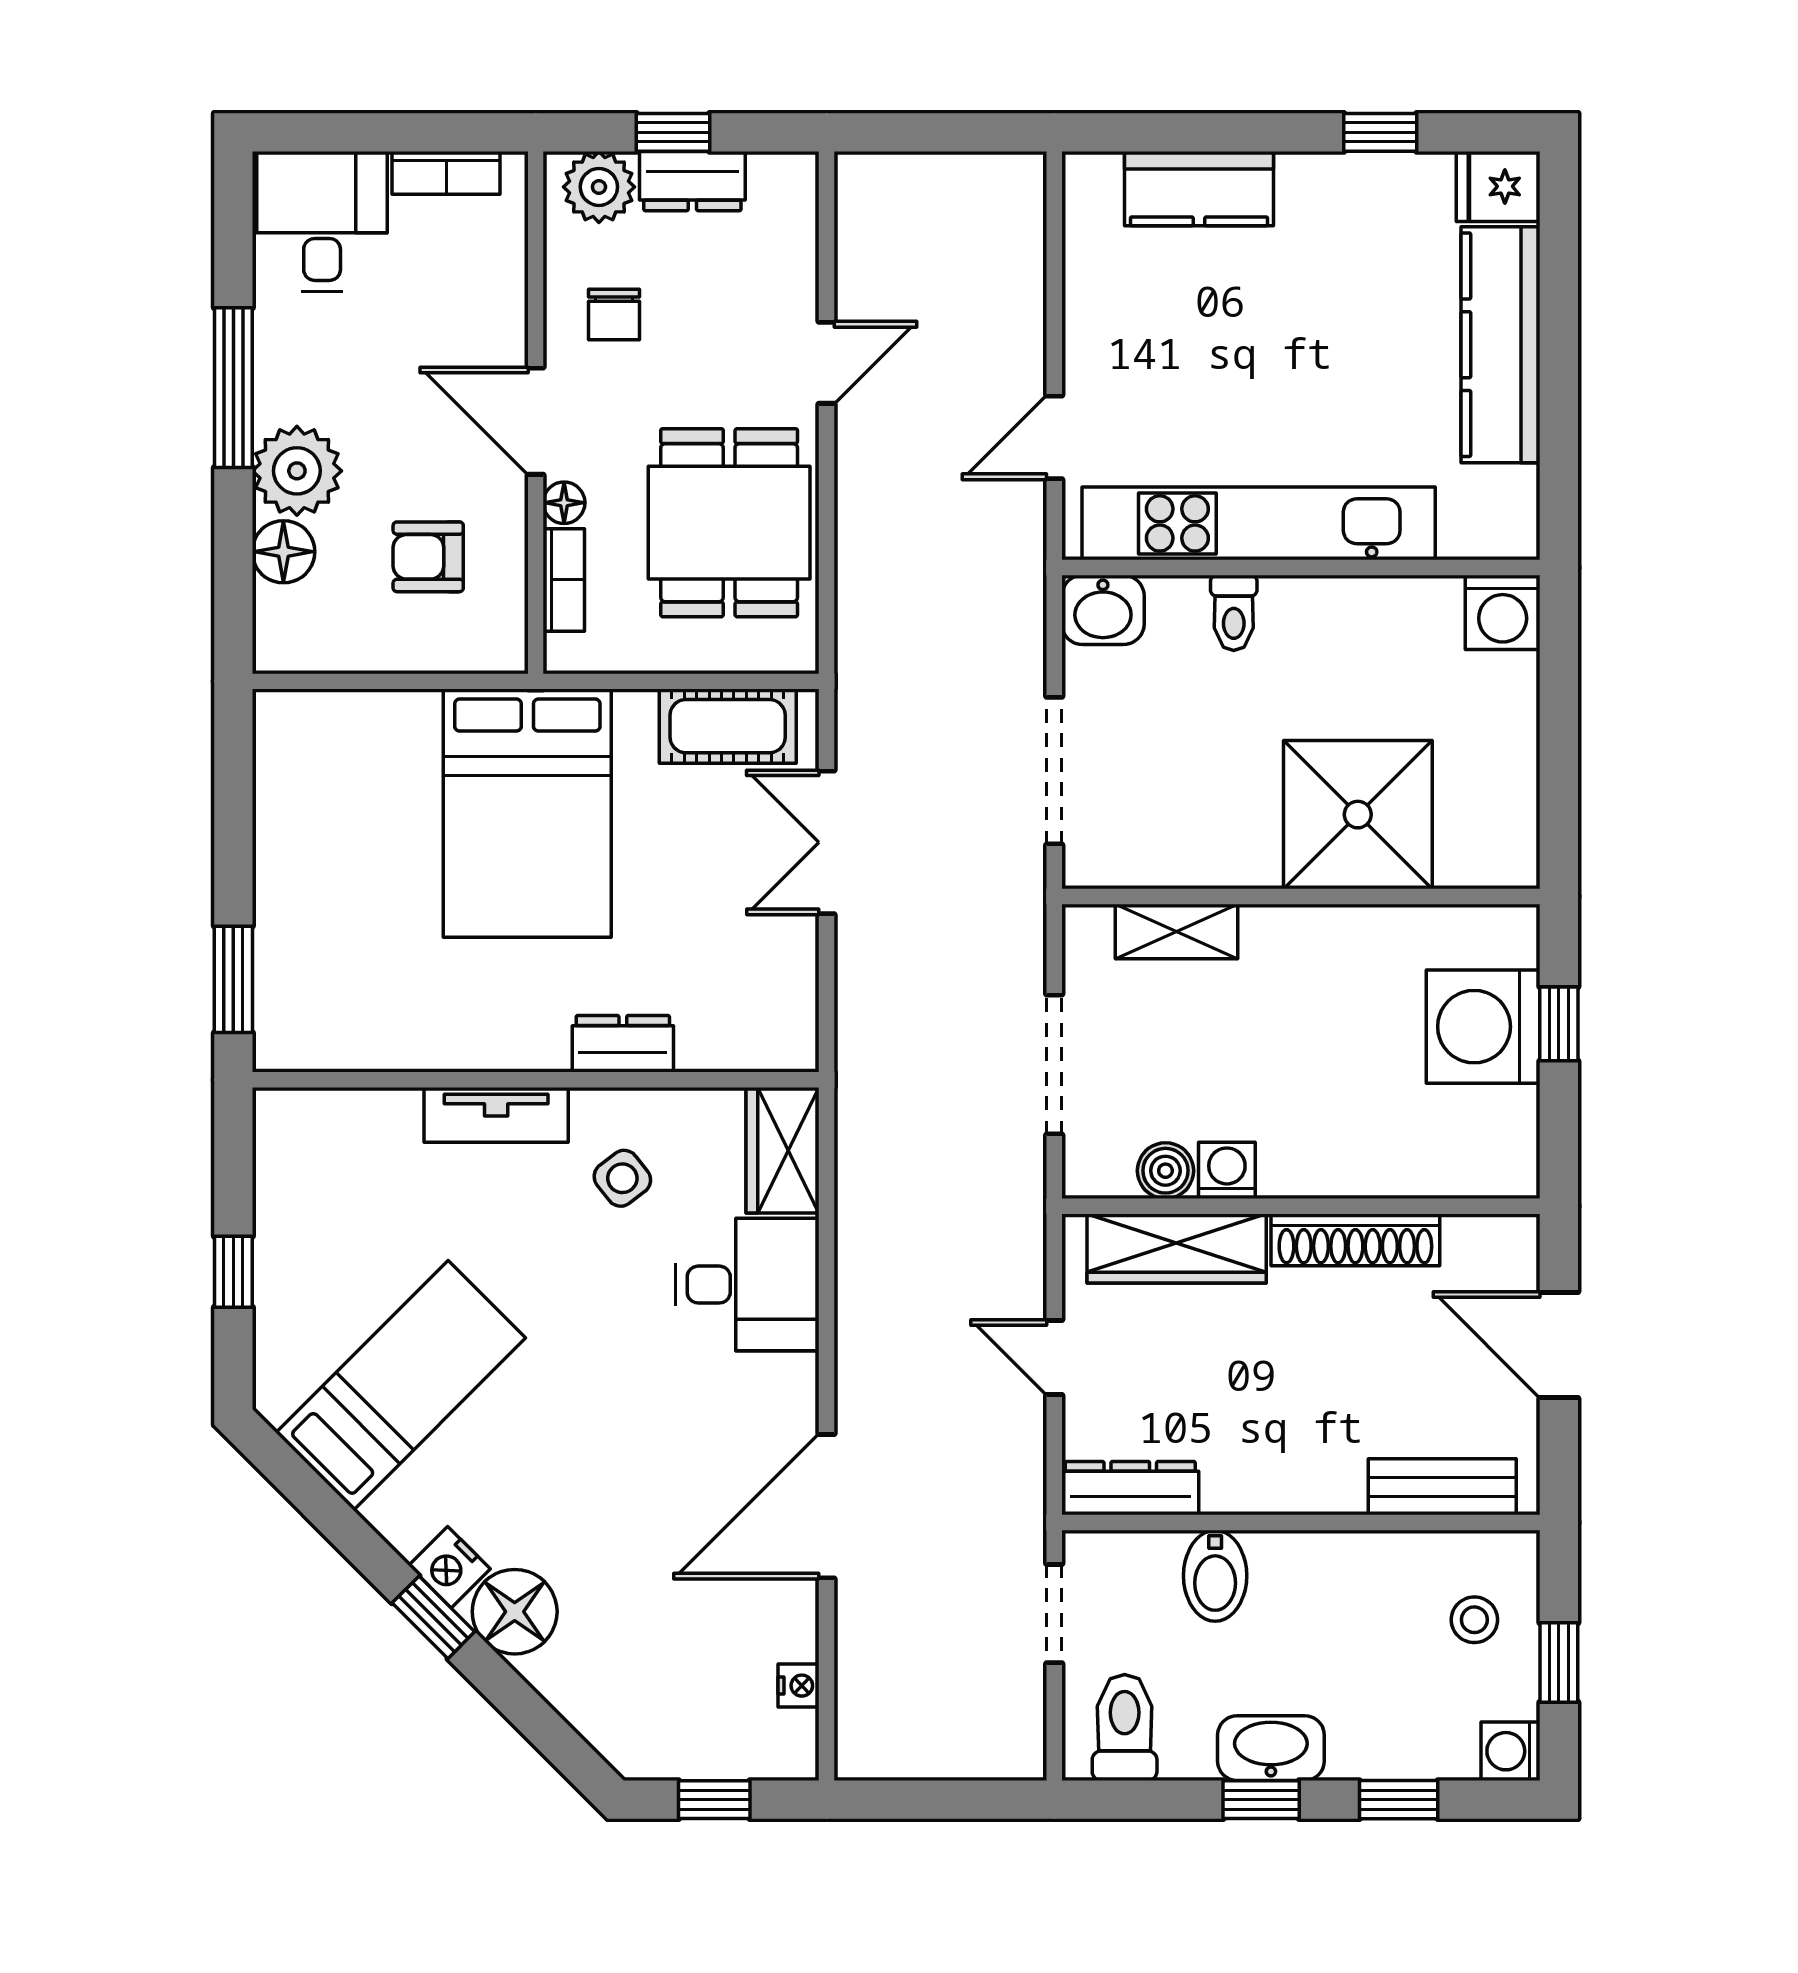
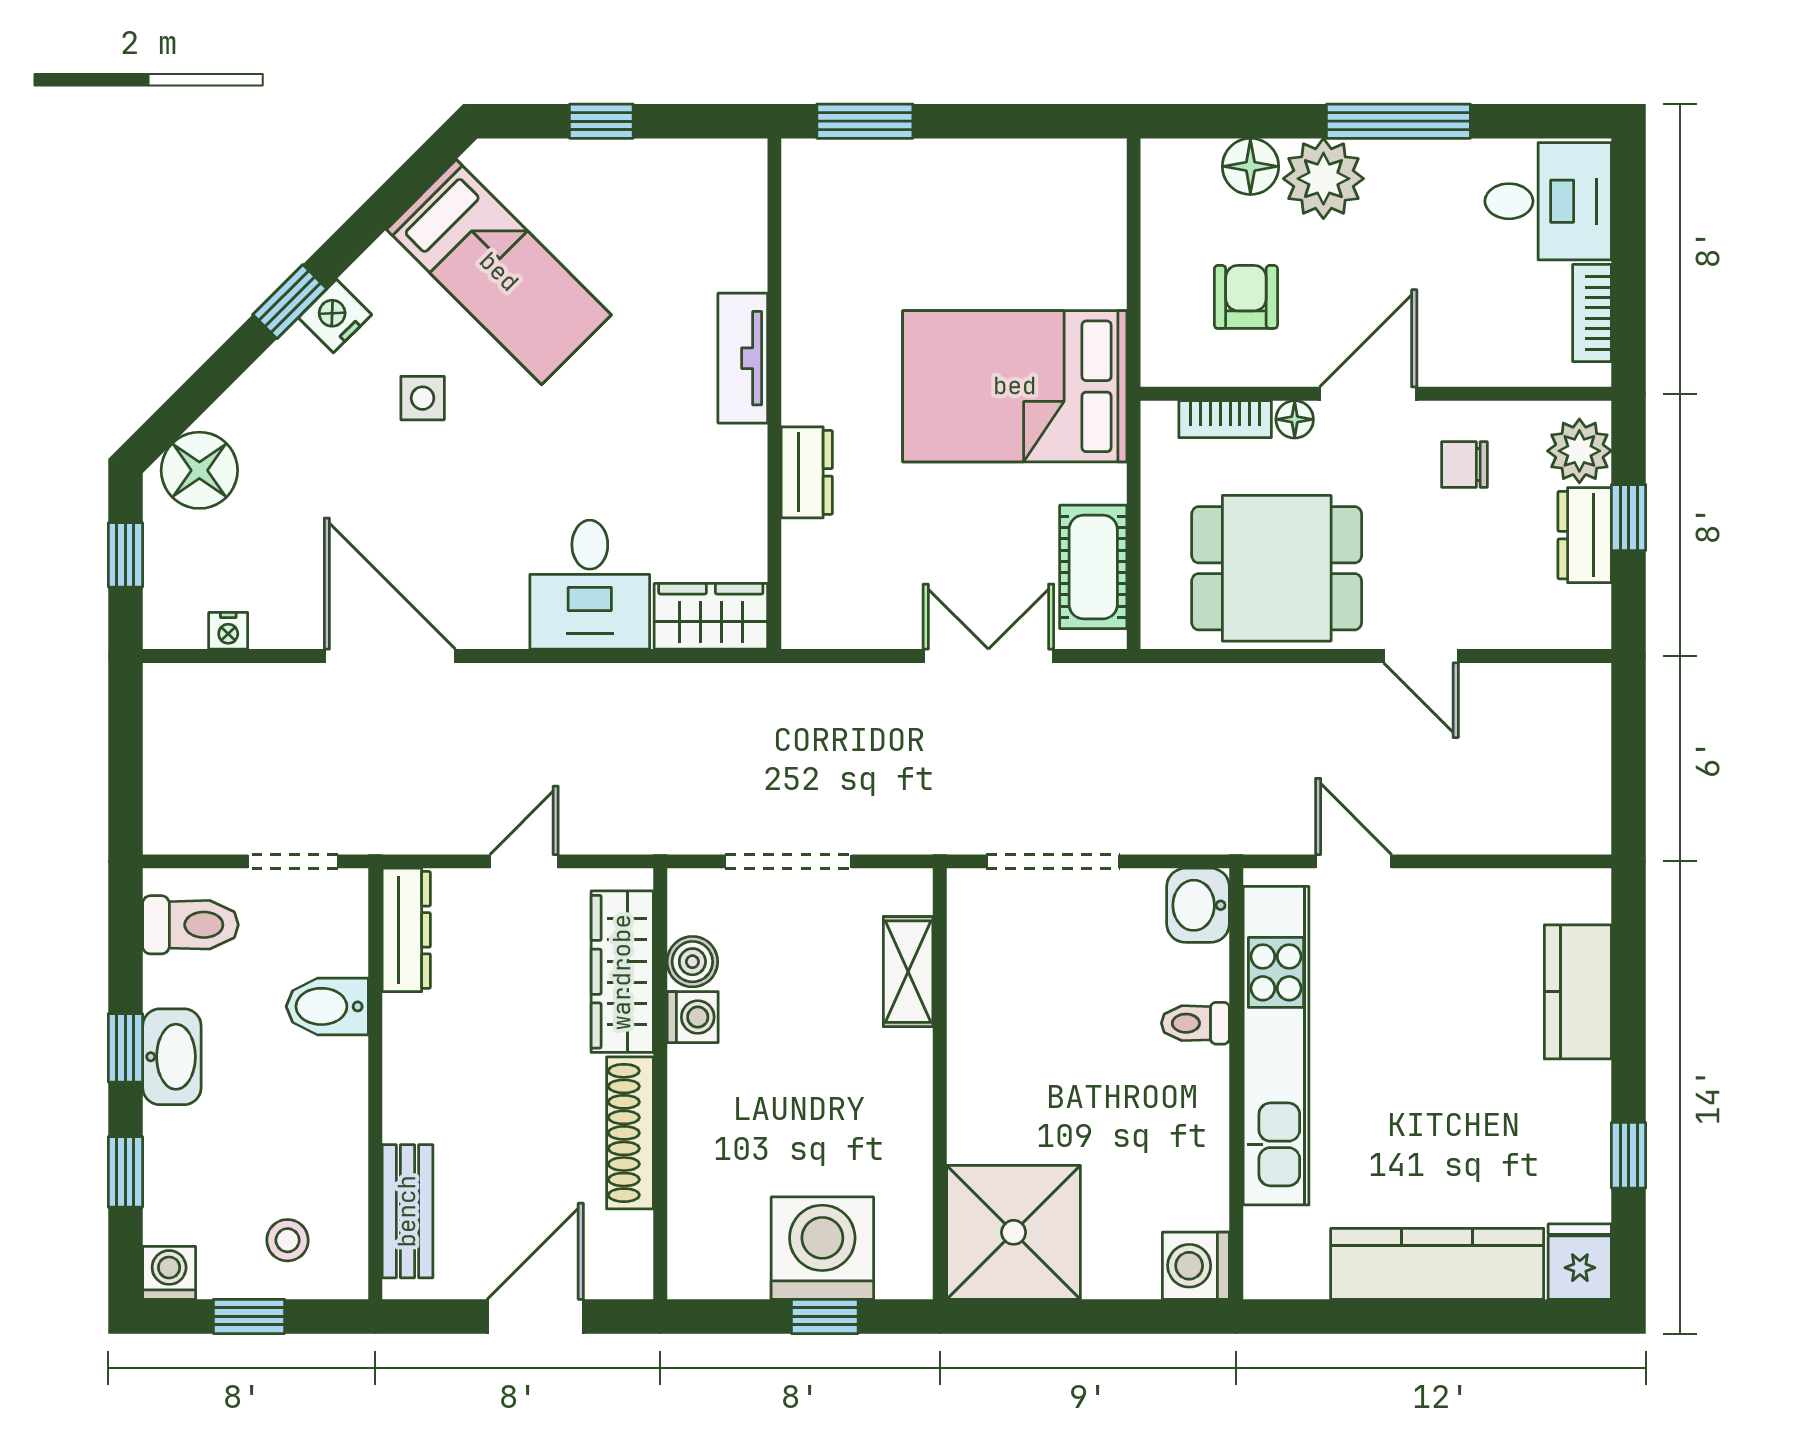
shower: (1358, 815) -> (1014, 1232), moved
side table: (622, 1178) -> (423, 398), moved, turned 38
floor lamp: (515, 1612) -> (199, 470), moved

